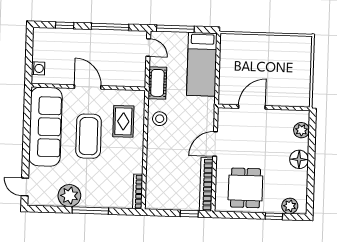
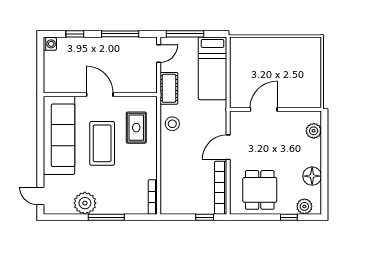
door: (148, 48) -> (159, 53), hinge flipped
washing machine: (38, 68) -> (50, 44), moved
floor lamp: (299, 159) -> (312, 176), moved

